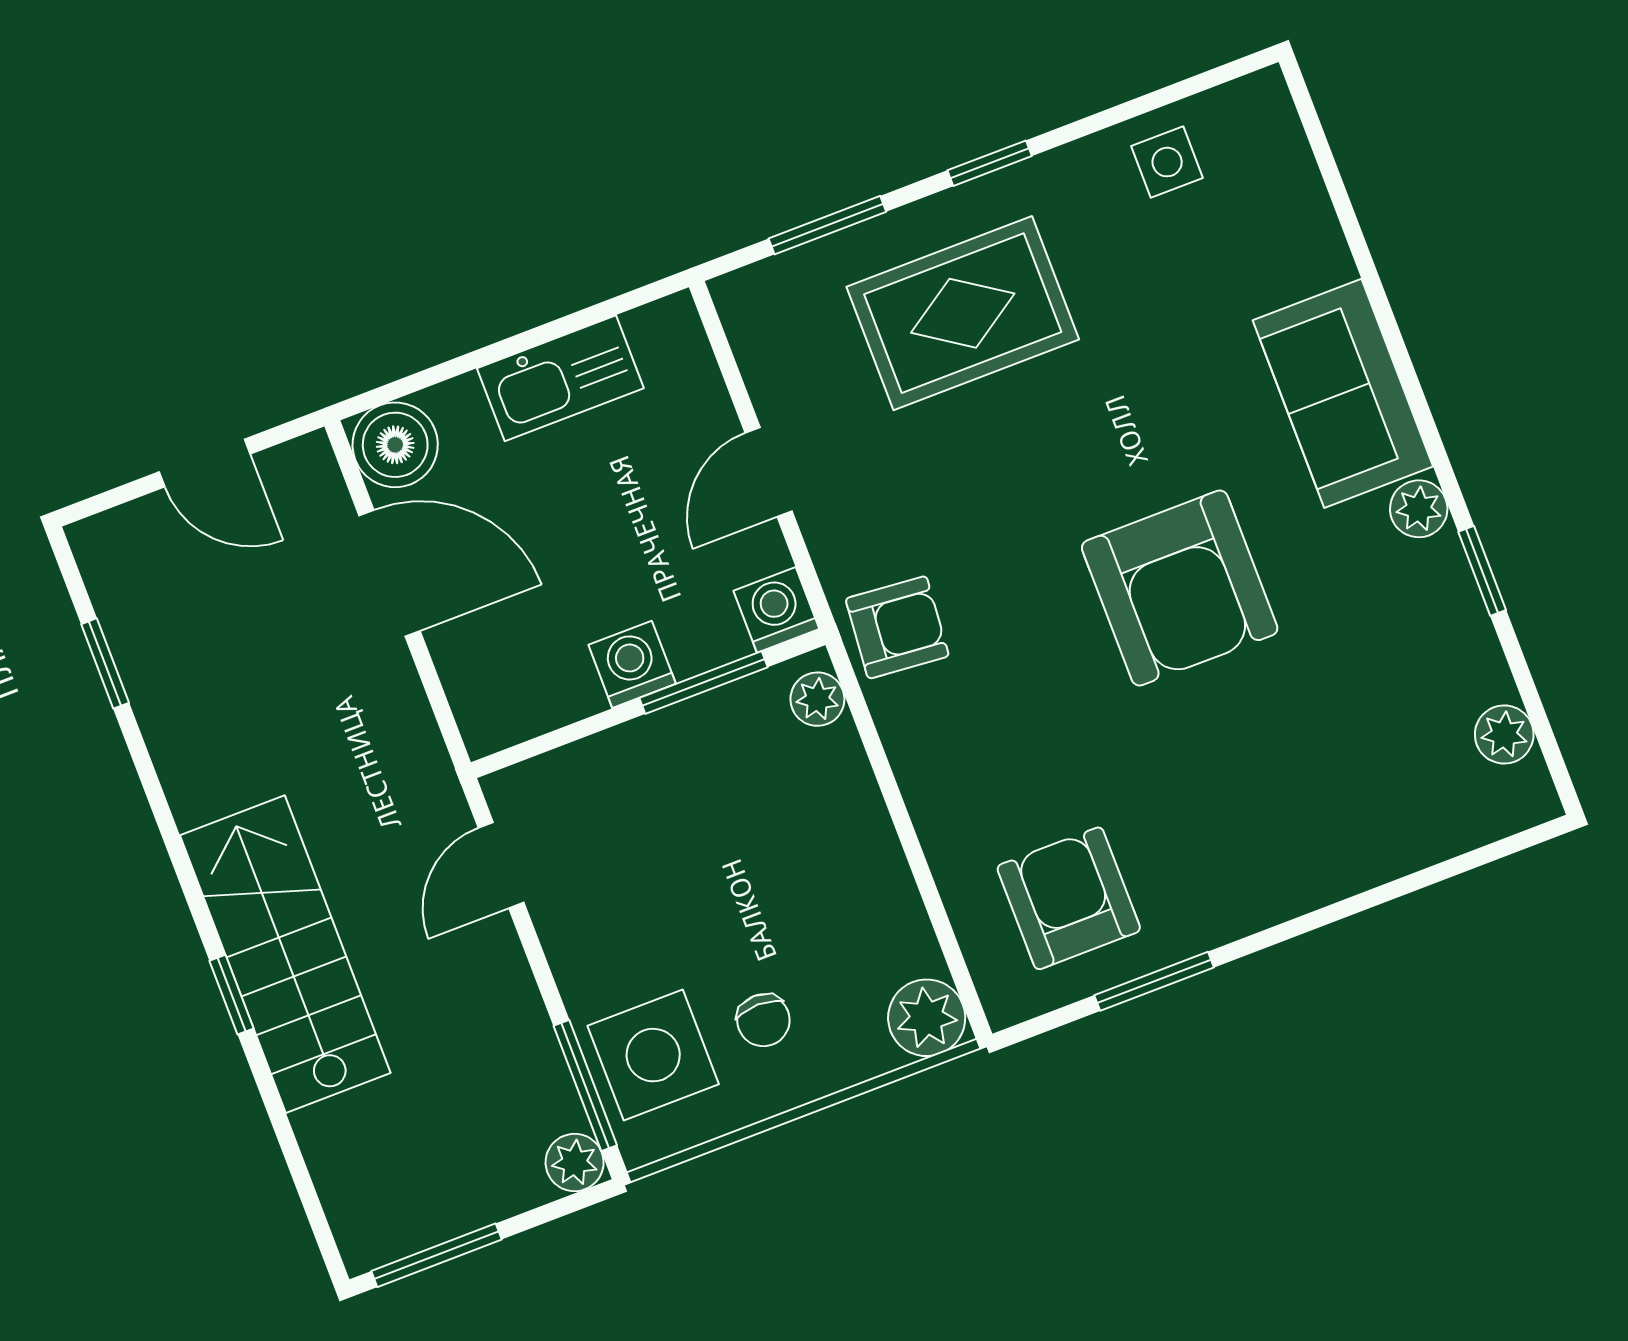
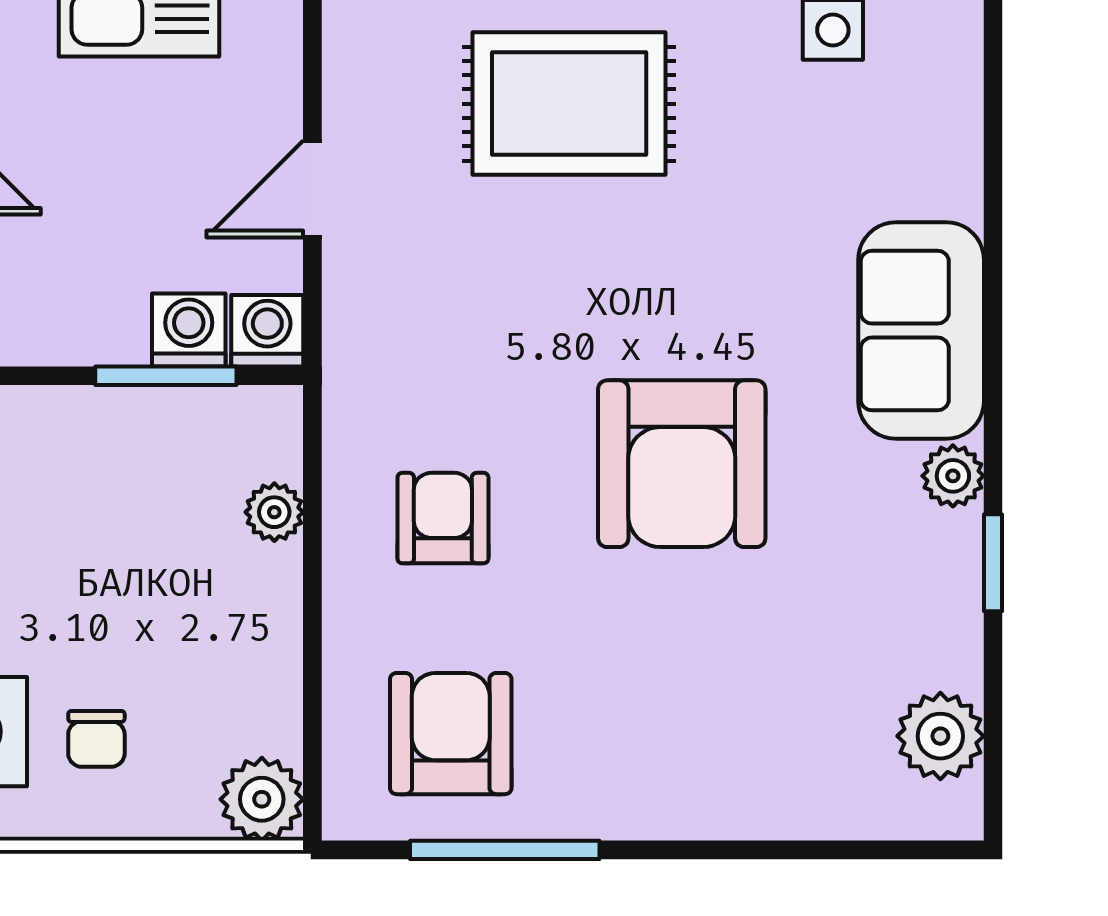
armchair: (897, 627) -> (443, 518), moved, turned -95
washing machine: (632, 664) -> (189, 330), moved
plant: (817, 699) -> (274, 512), moved
plant: (1504, 735) -> (940, 736), width x1.38, depth x1.38
window: (1154, 981) -> (505, 850), width x1.44

